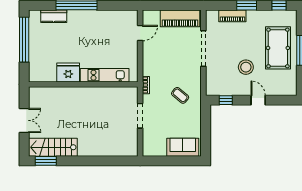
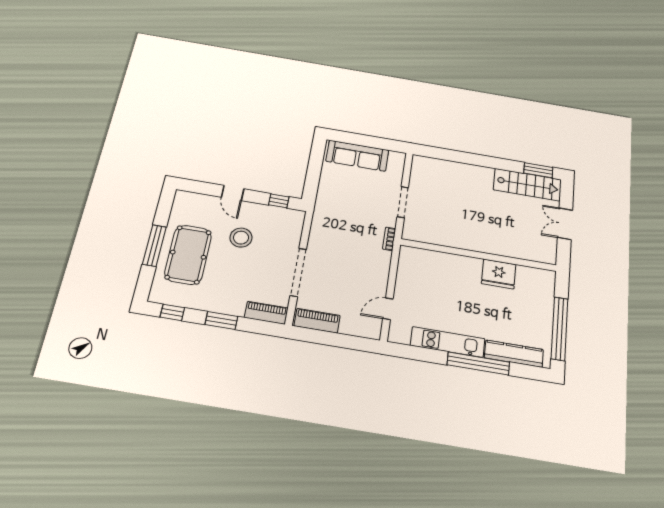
kitchen counter: (54, 16) -> (514, 354), width x1.50
piano: (232, 16) -> (266, 313), moved
piano: (180, 18) -> (317, 321), width x0.73, depth x0.75
kitchen unit: (105, 75) -> (448, 342), moved, turned 180
coffee table: (180, 95) -> (343, 218), removed
sofa: (183, 147) -> (357, 156), width x1.36

